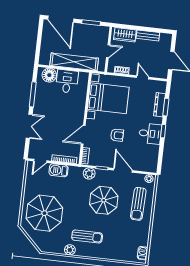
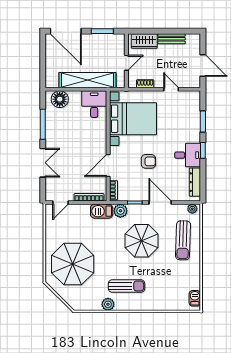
desk: (67, 81) -> (94, 104), moved
dresser: (160, 105) -> (195, 182), moved
barbecue: (59, 170) -> (102, 211), moved

